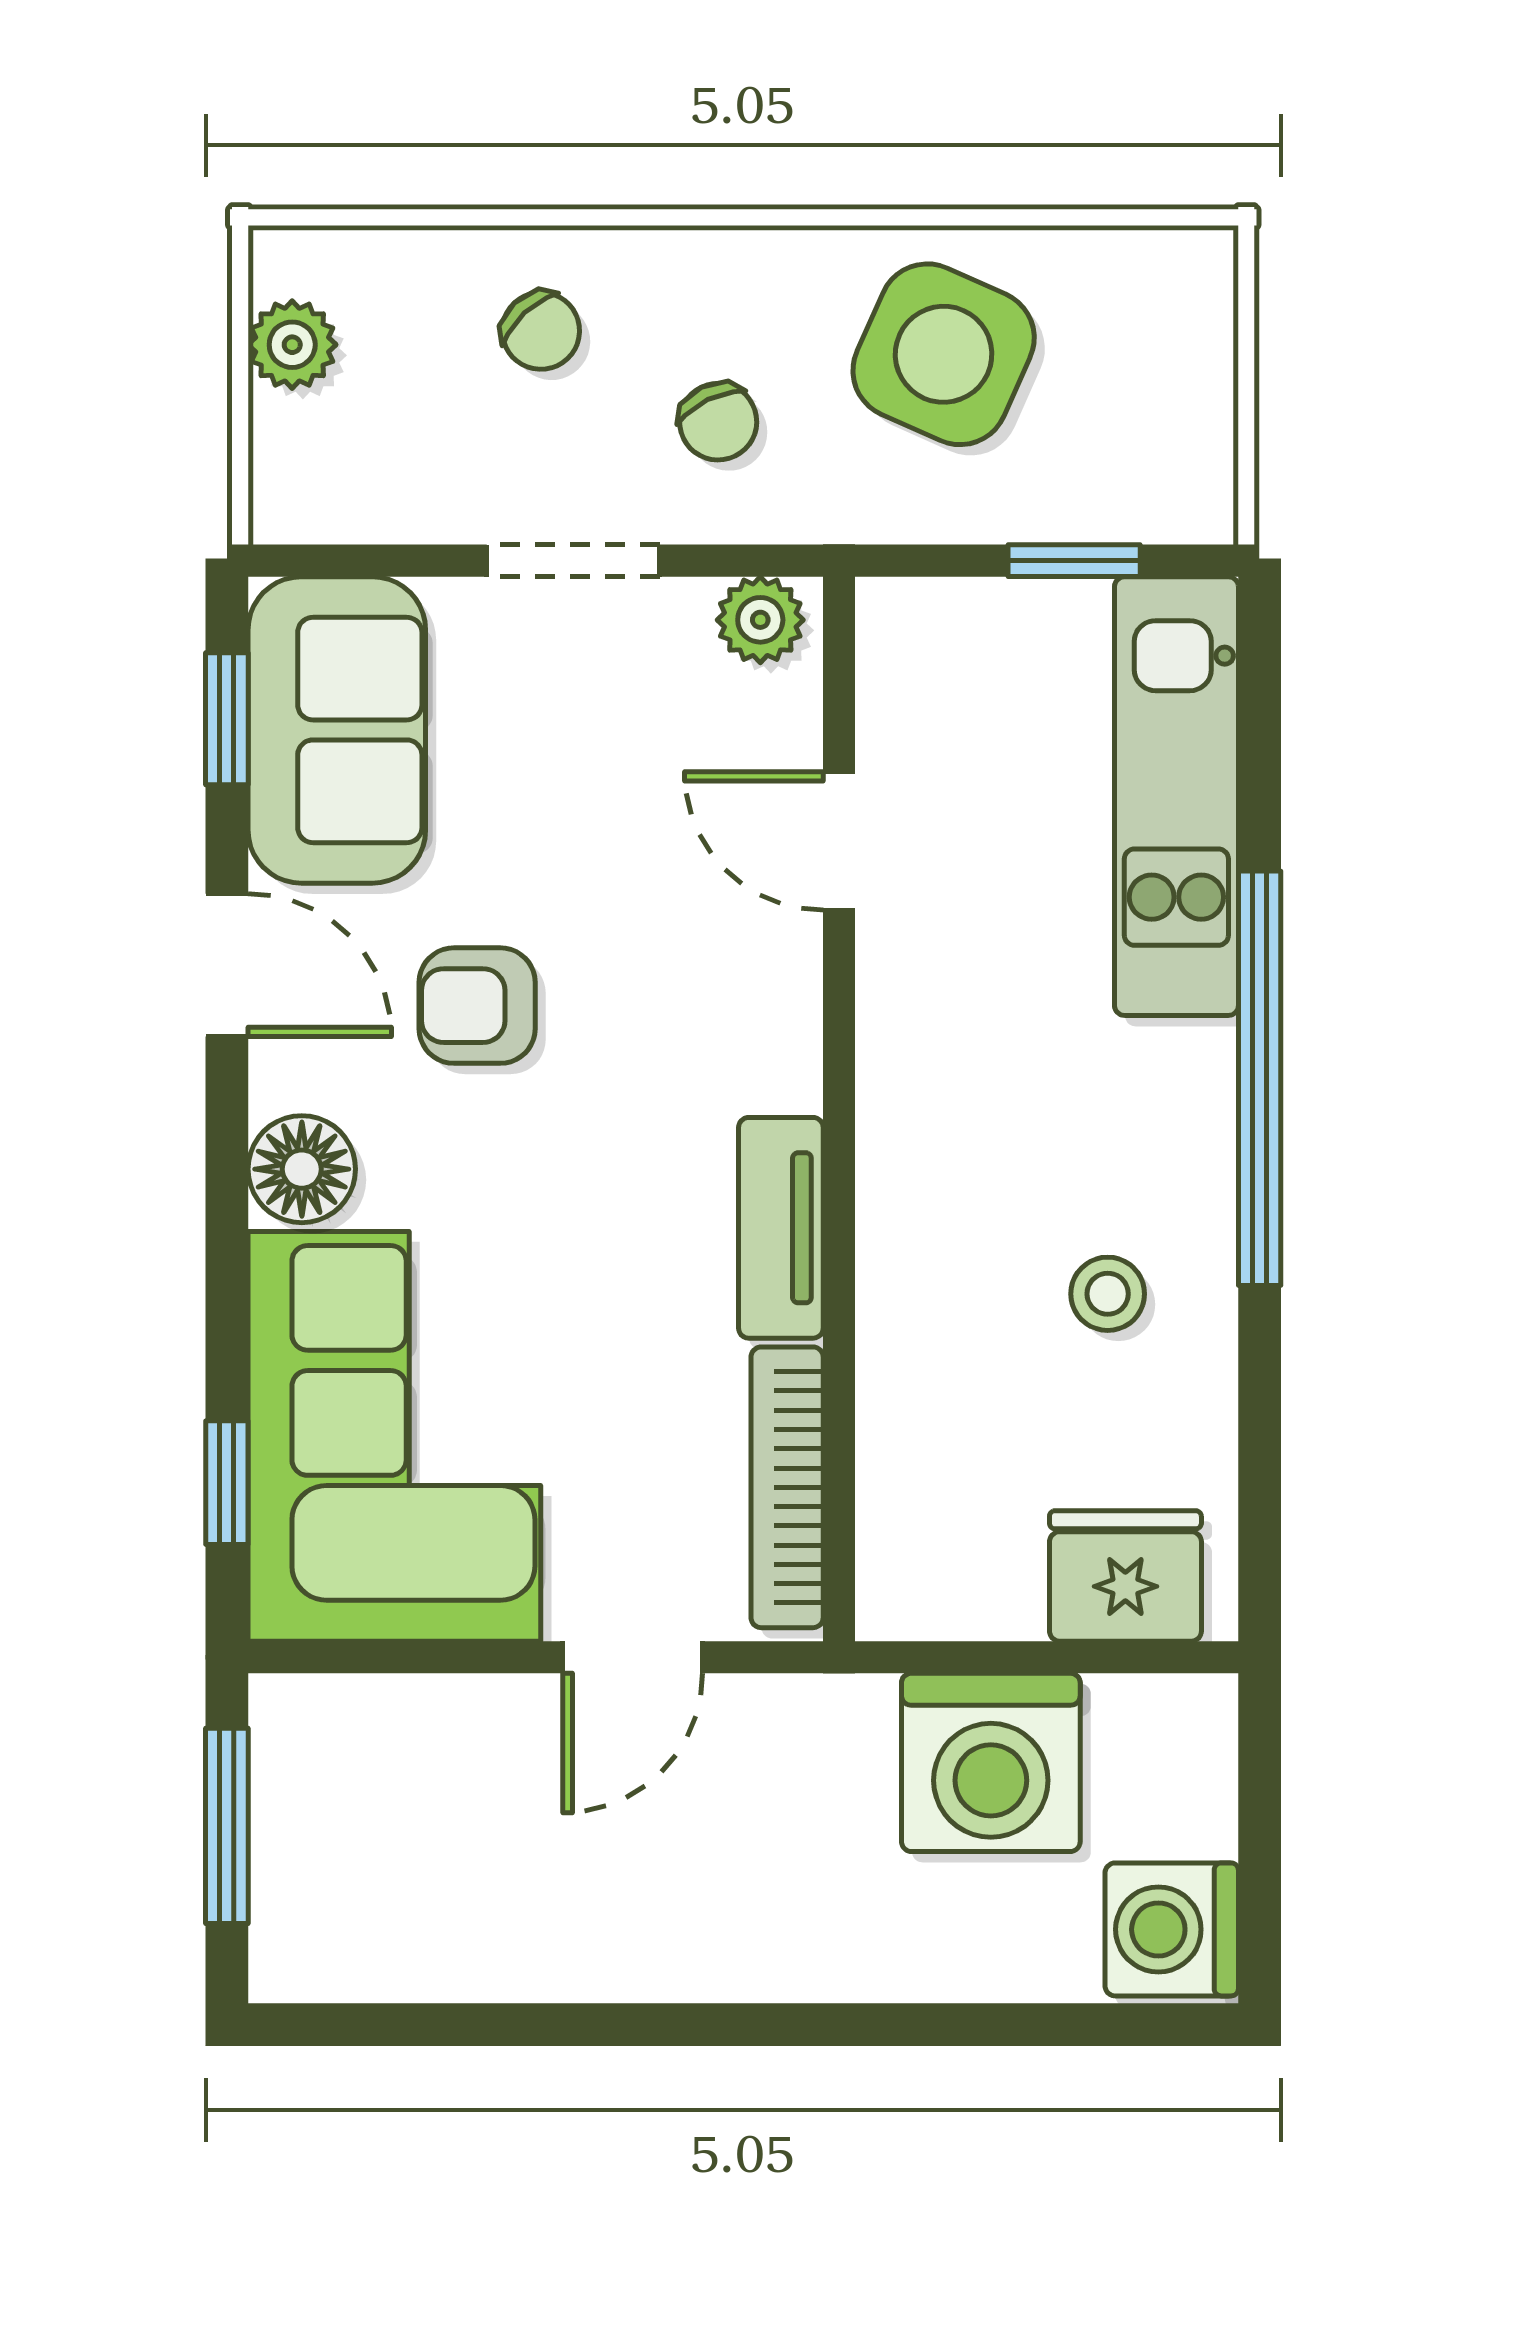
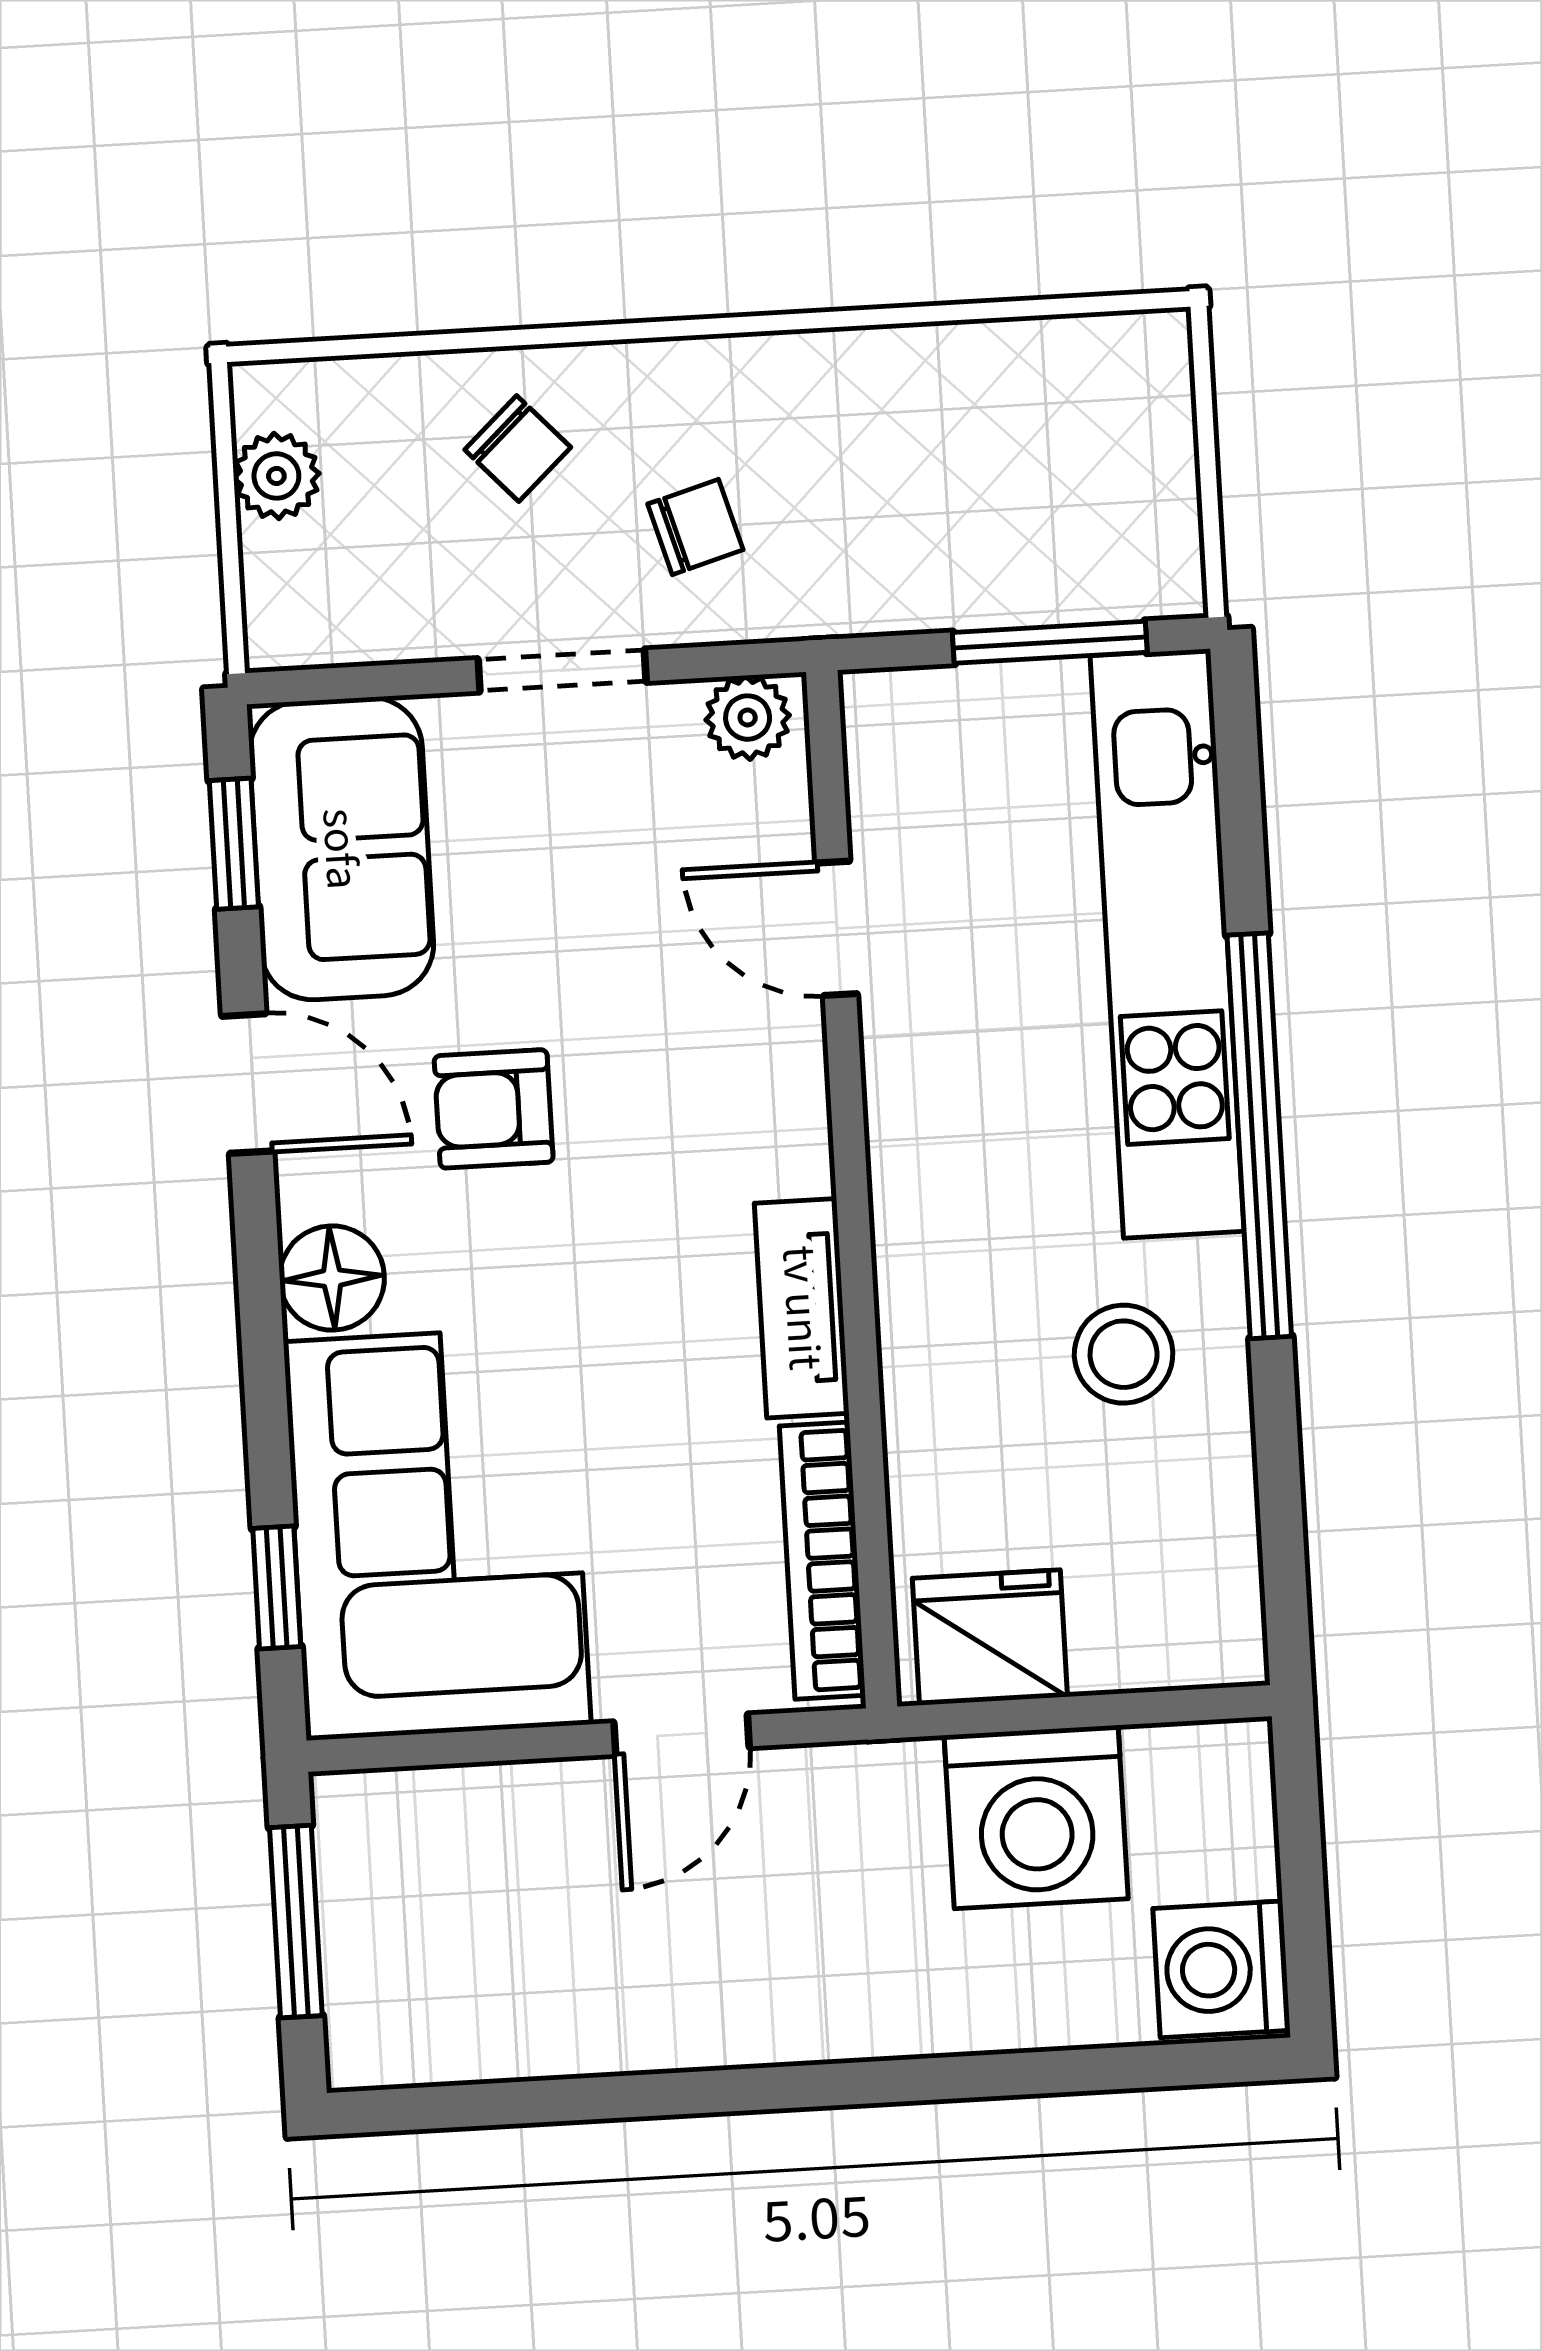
side table: (944, 354) -> (911, 449), removed
chair: (718, 422) -> (695, 527), turned -80
window: (1074, 561) -> (1050, 642), width x1.50
kitchen unit: (1176, 796) -> (1167, 944), width x1.36
stool: (1108, 1294) -> (1124, 1354), width x1.37, depth x1.37
fridge: (1125, 1576) -> (990, 1637), moved

